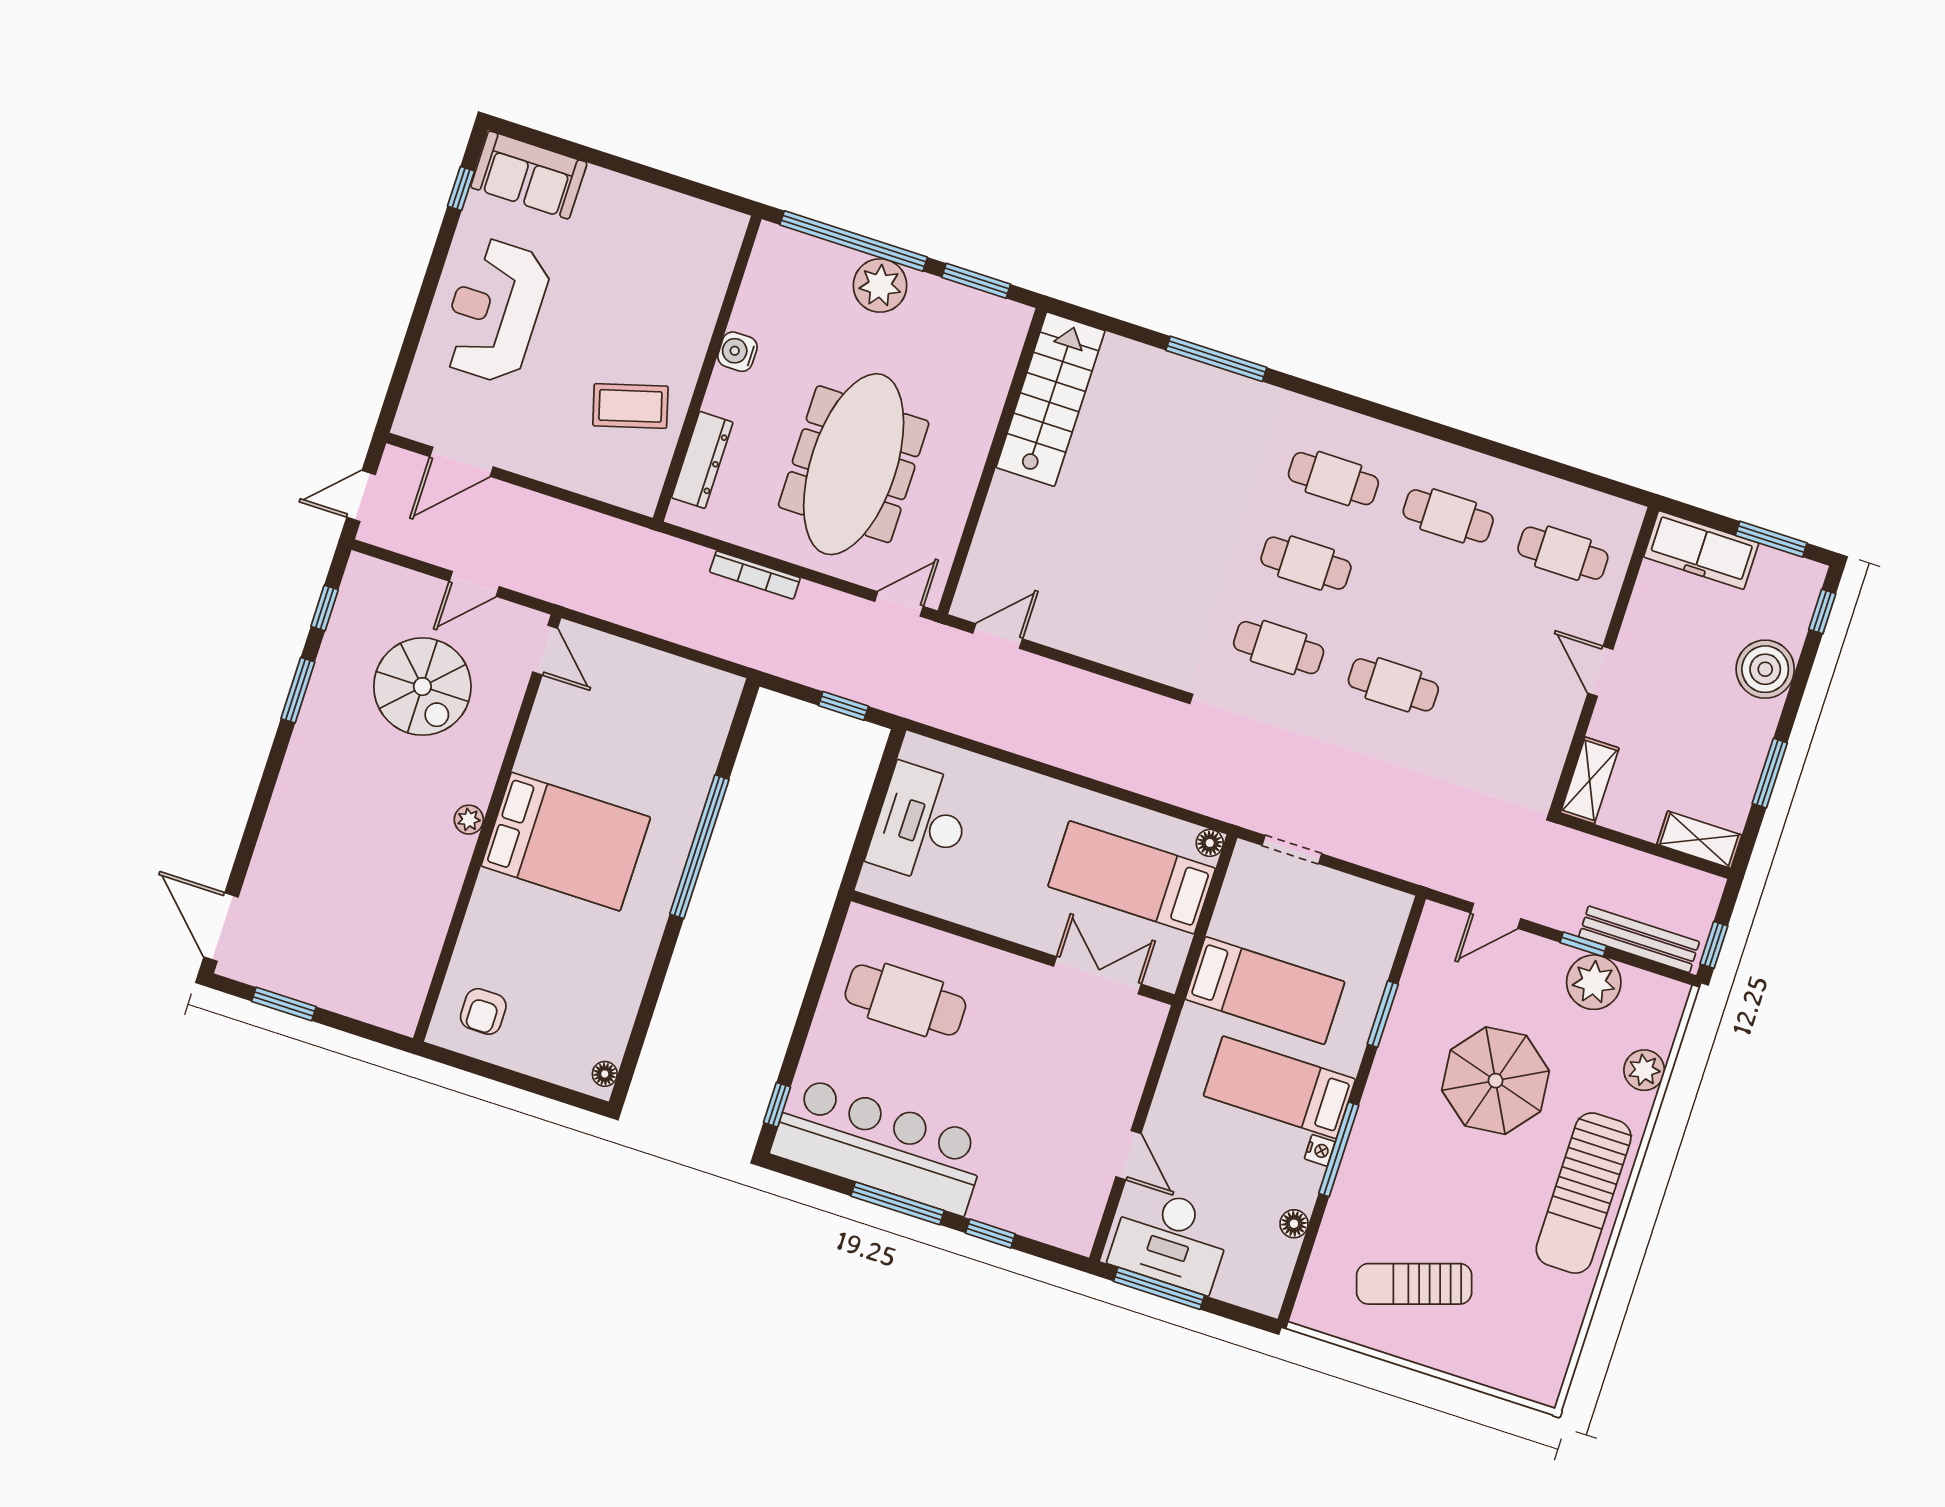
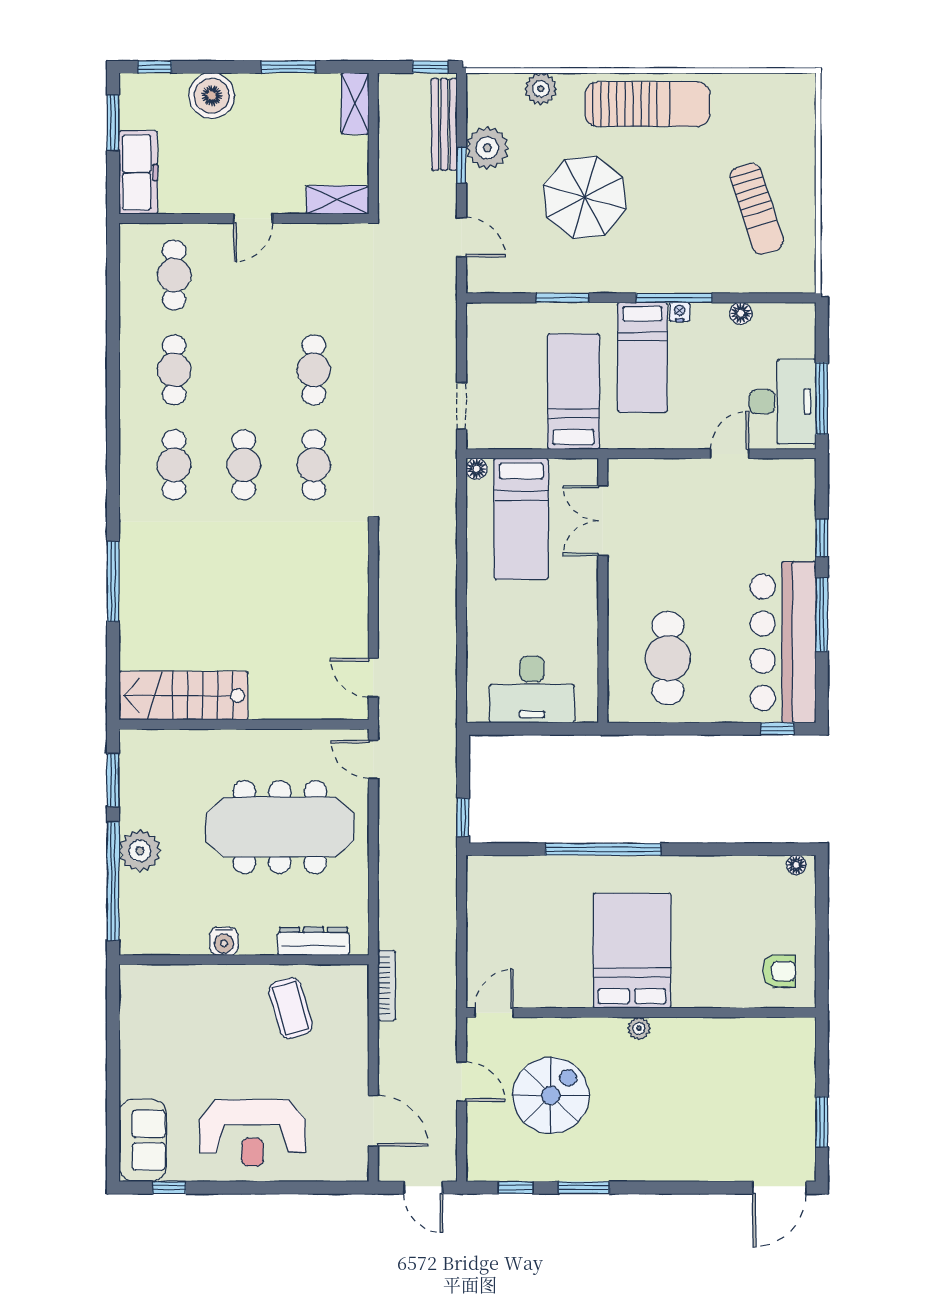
bookcase: (755, 575) -> (387, 985), moved
window: (843, 706) -> (463, 817), moved

